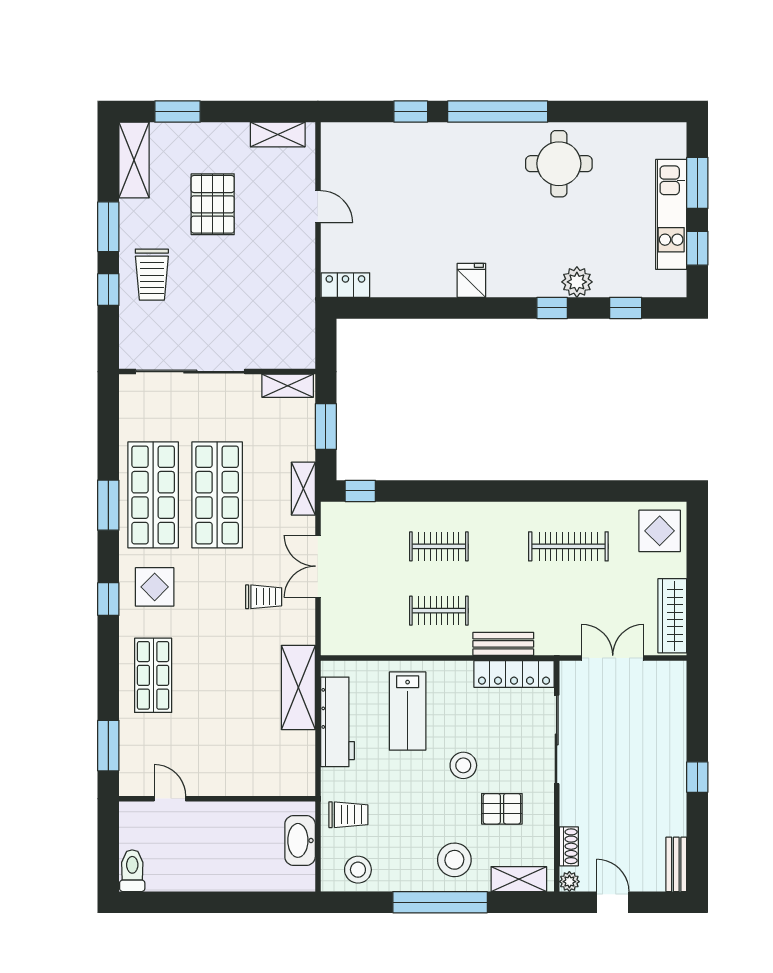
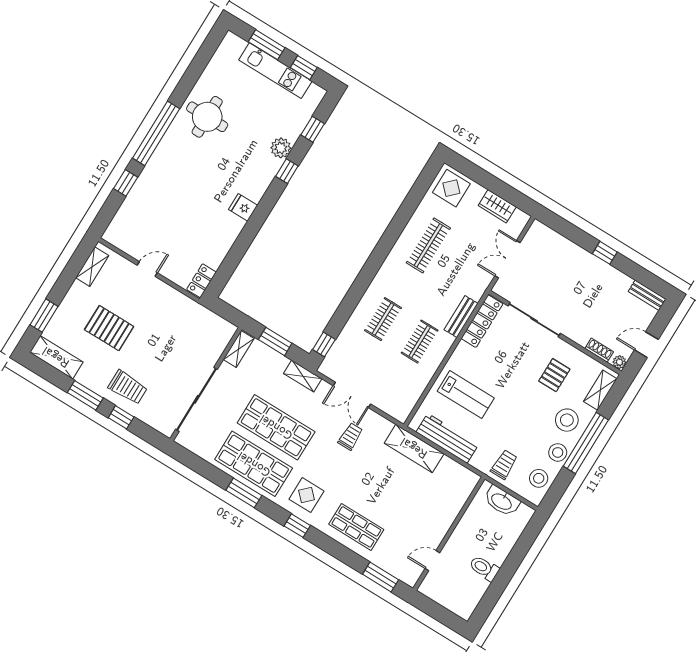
wardrobe: (672, 616) -> (497, 206), width x0.67
stool: (463, 765) -> (558, 452), moved
toilet: (132, 871) -> (484, 568), moved

